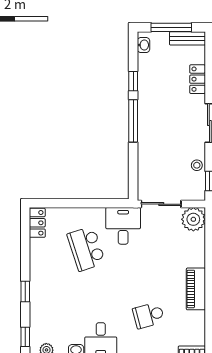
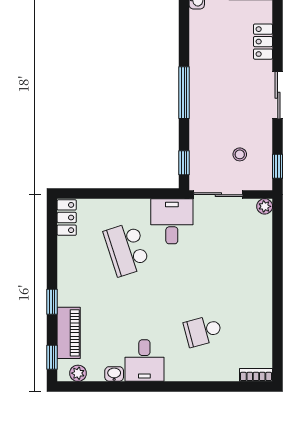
window: (133, 81) -> (184, 163), moved
stool: (197, 165) -> (240, 154), moved
plant: (193, 219) -> (265, 206), width x0.53, depth x0.53
piano: (196, 289) -> (69, 333), moved, turned 180

